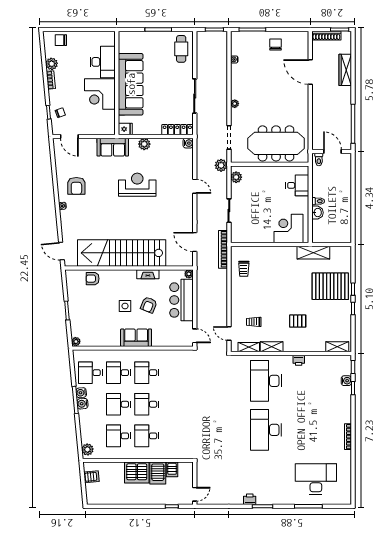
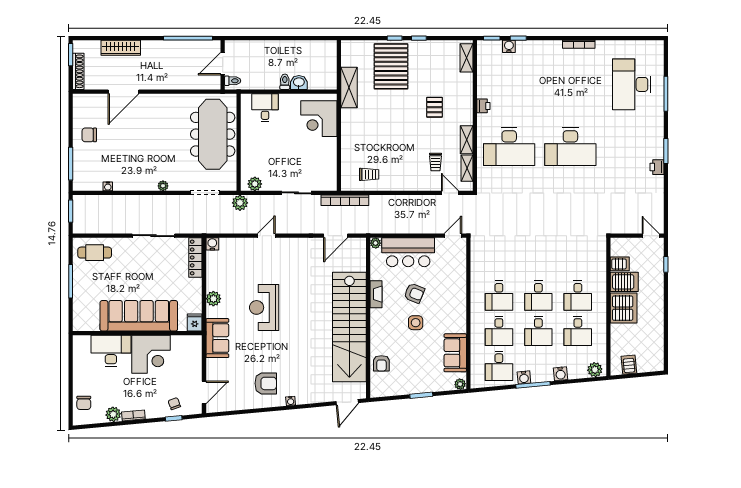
door: (229, 333) -> (450, 193), swing flipped
sofa: (136, 338) -> (455, 353), moved
water cooler: (82, 404) -> (561, 374), moved

